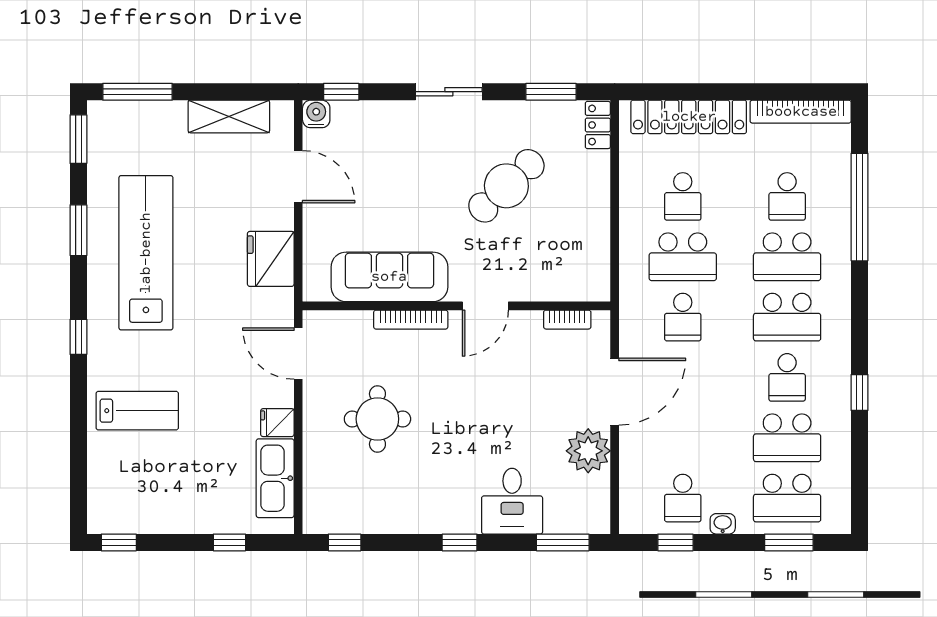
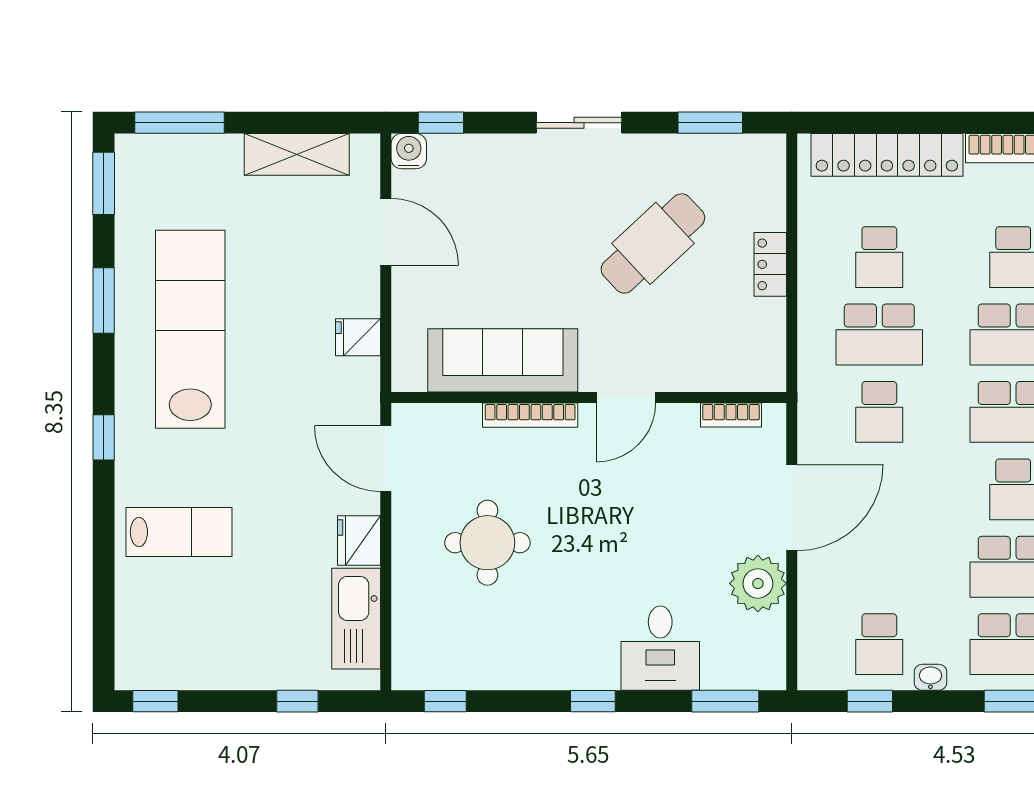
locker: (598, 125) -> (770, 264), moved
fridge: (271, 259) -> (358, 337), width x0.53, depth x0.75
fridge: (277, 423) -> (359, 540), width x1.38

